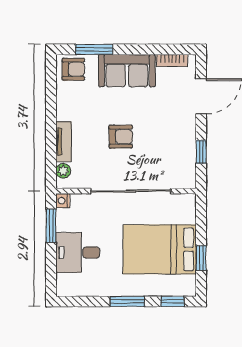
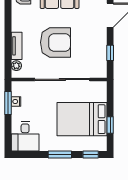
armchair: (121, 137) -> (55, 42), width x1.88, depth x1.88
nightstand: (63, 201) -> (16, 102), moved
desk: (78, 253) -> (25, 136), moved, turned -90

